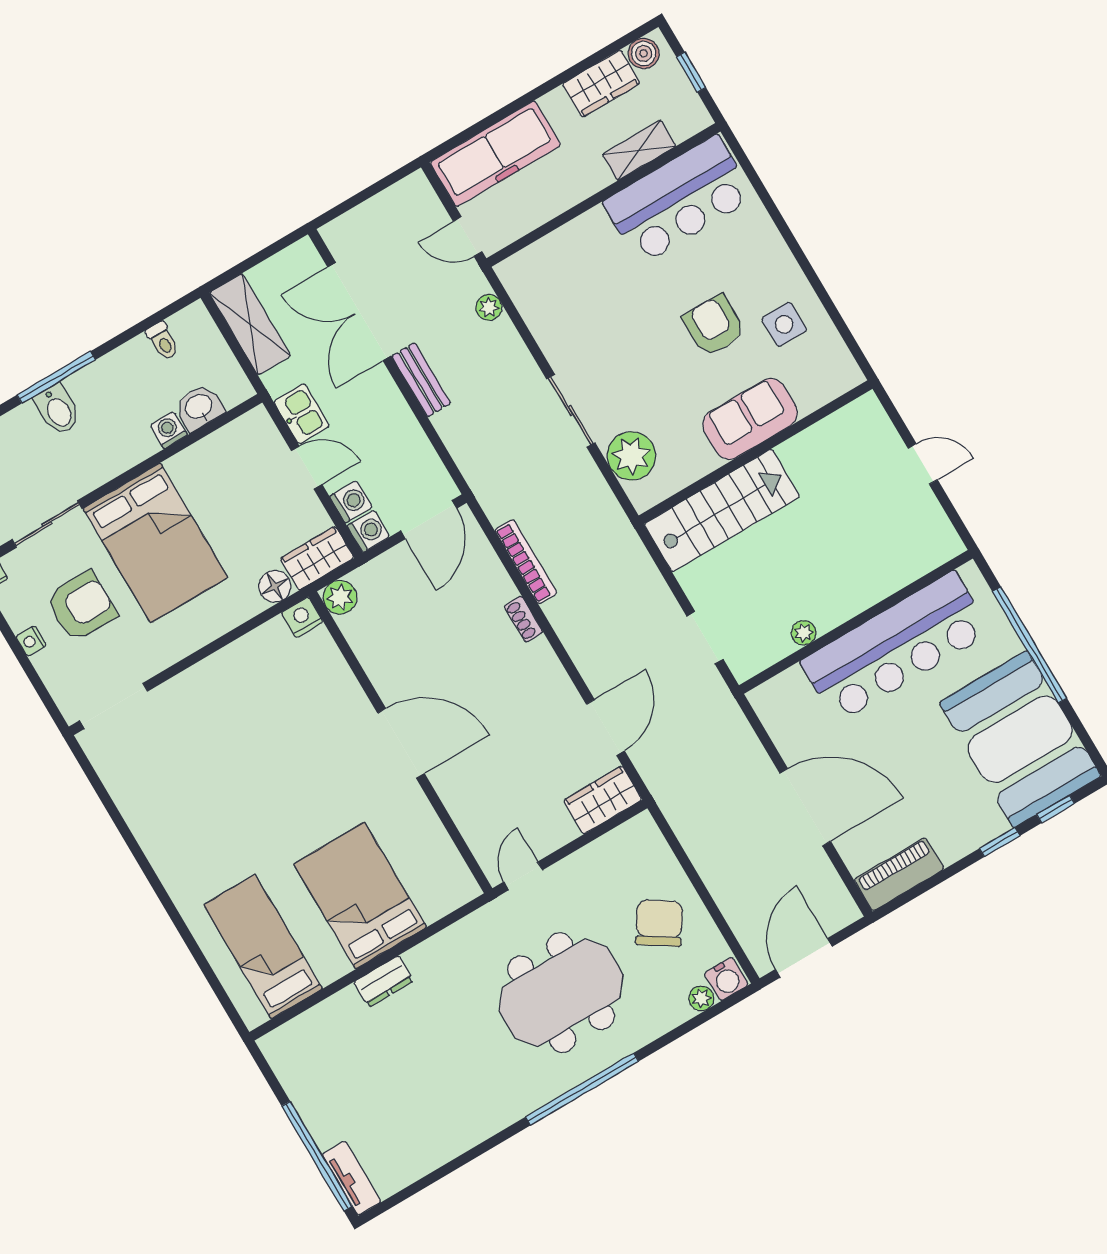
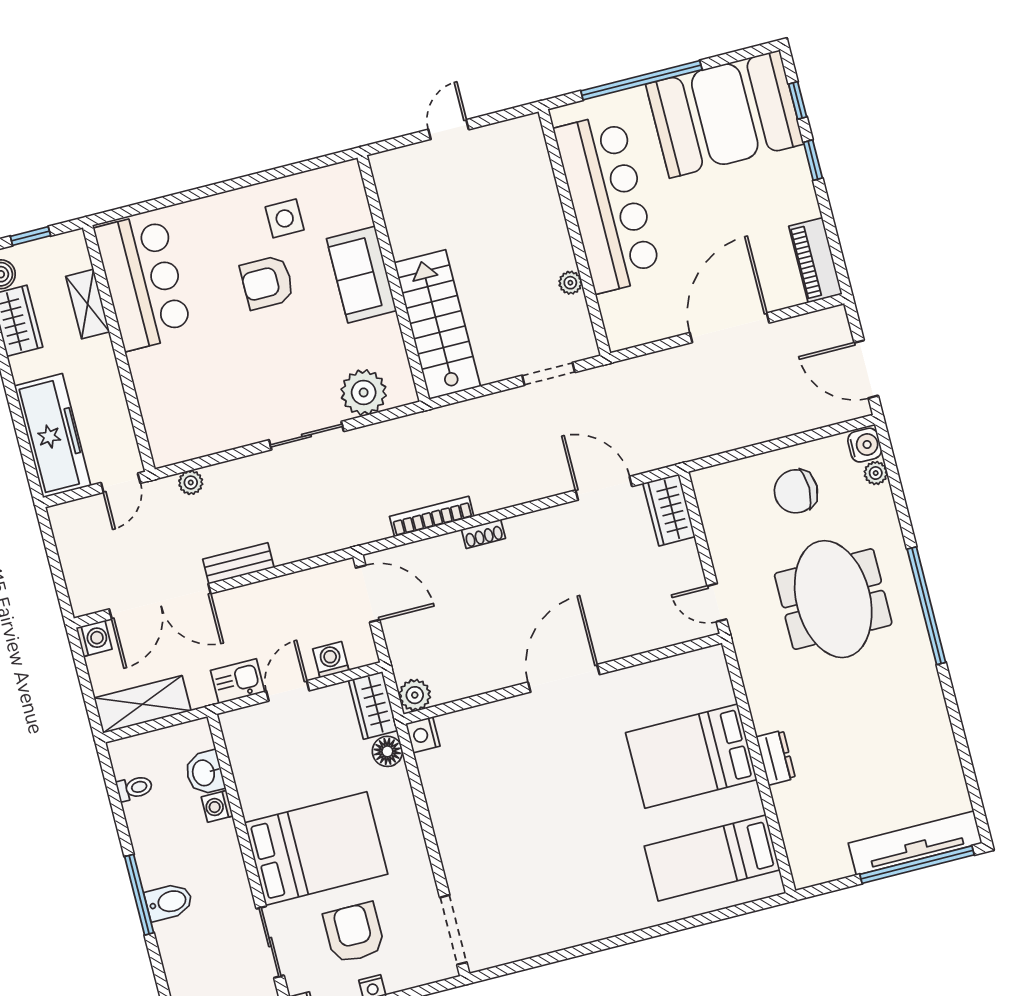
washing machine: (368, 531) -> (94, 638), moved, turned 90
chair: (659, 923) -> (796, 491), turned -33
tv unit: (352, 1178) -> (915, 843), width x1.92, depth x1.29

